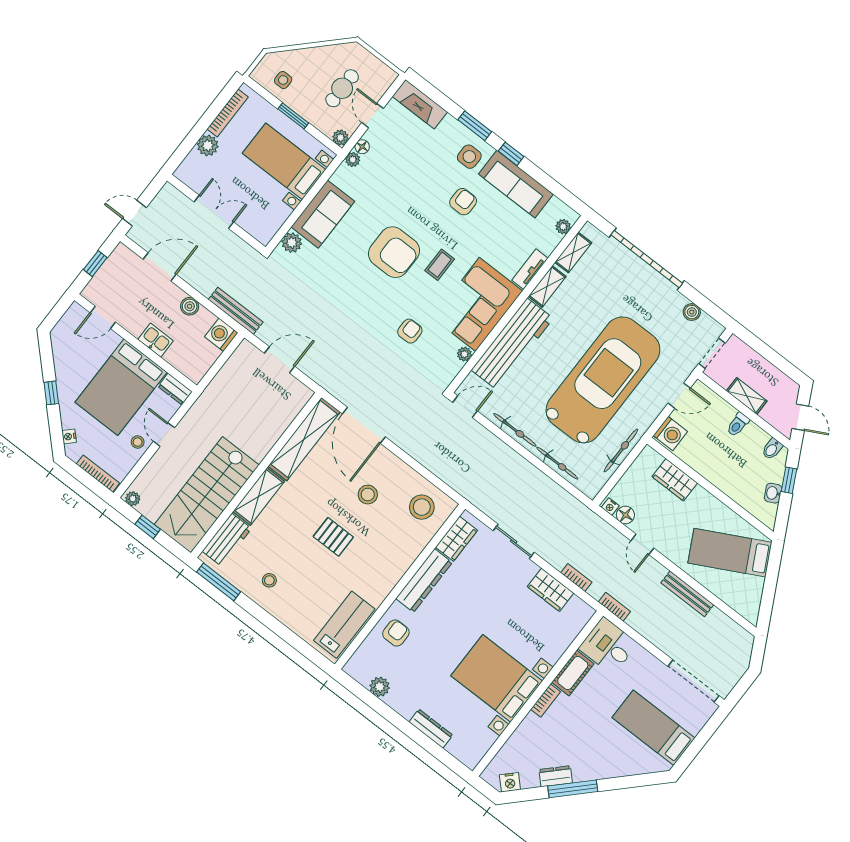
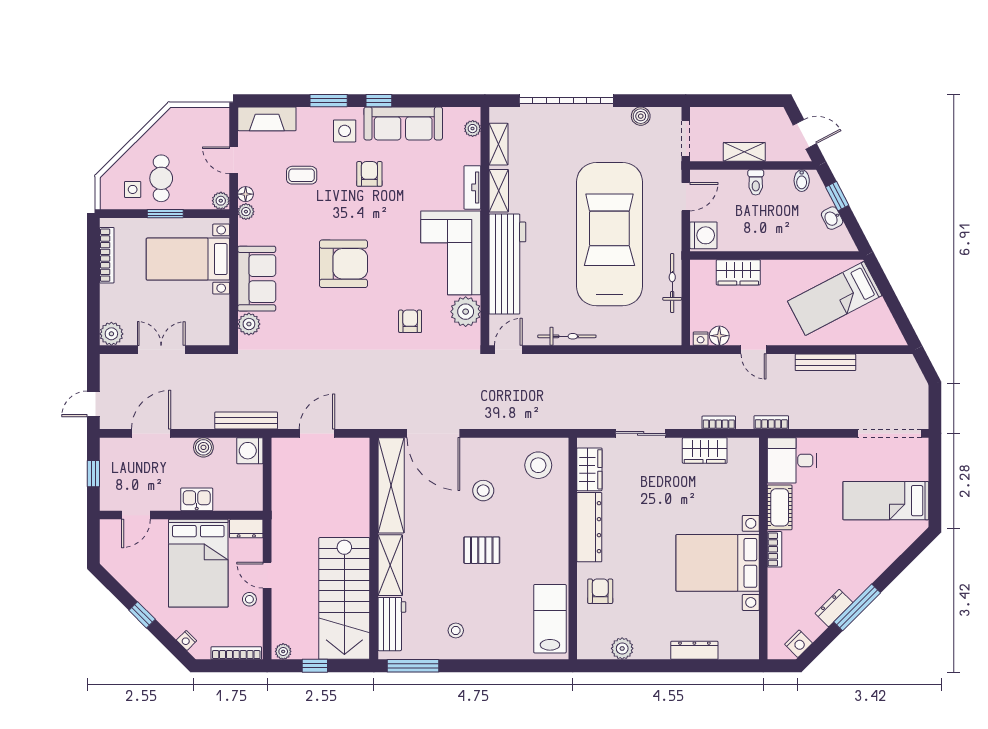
cafe table: (342, 88) -> (161, 178), moved
plant: (208, 145) -> (111, 334), moved
coffee table: (440, 265) -> (302, 175), moved, turned 90
plant: (464, 354) -> (466, 312), width x1.88, depth x1.88
bicycle: (557, 463) -> (626, 337), removed

